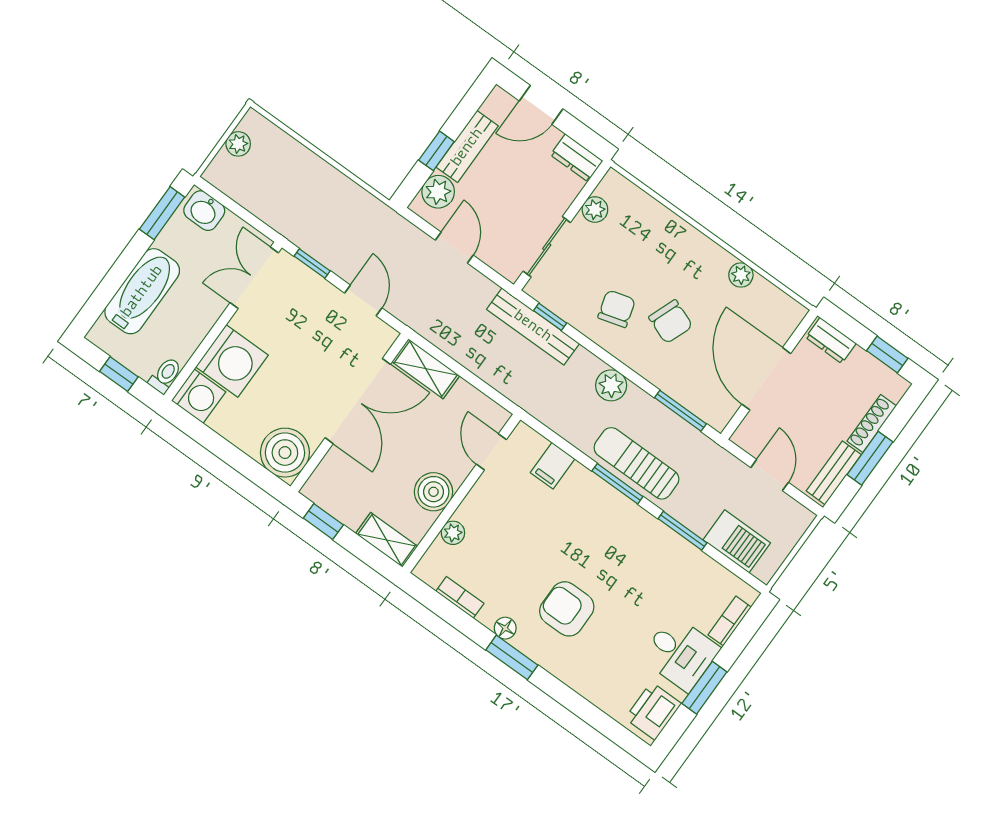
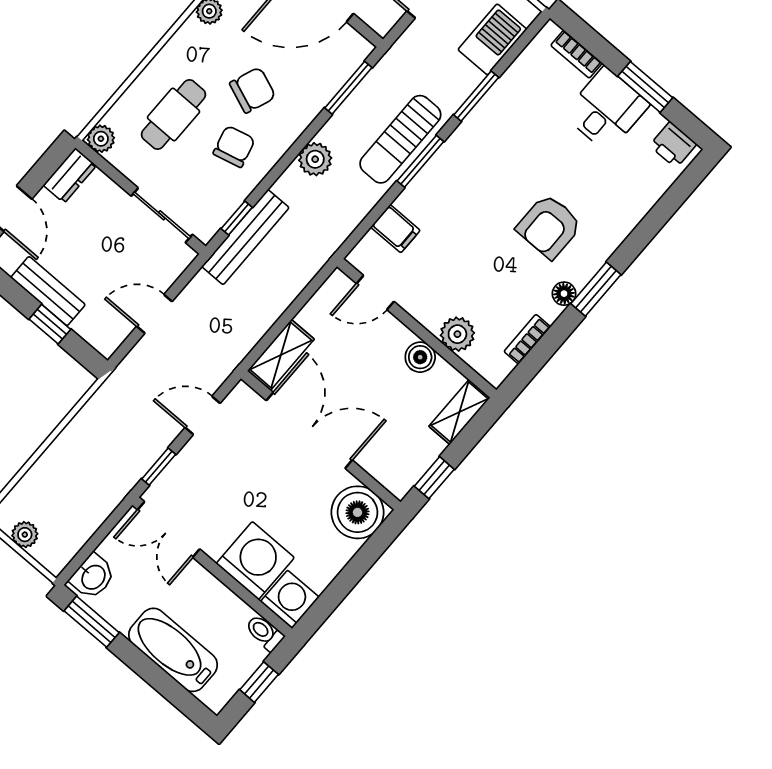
plant: (438, 192) -> (94, 326), removed
plant: (595, 210) -> (101, 139), moved
cafe table: (642, 250) -> (173, 115), added
chair: (617, 309) -> (234, 146), turned 92
boiler: (433, 492) -> (420, 357), width x0.73, depth x0.73
plant: (453, 533) -> (457, 334), width x1.38, depth x1.38
printer: (653, 711) -> (673, 145), width x0.73, depth x0.81

